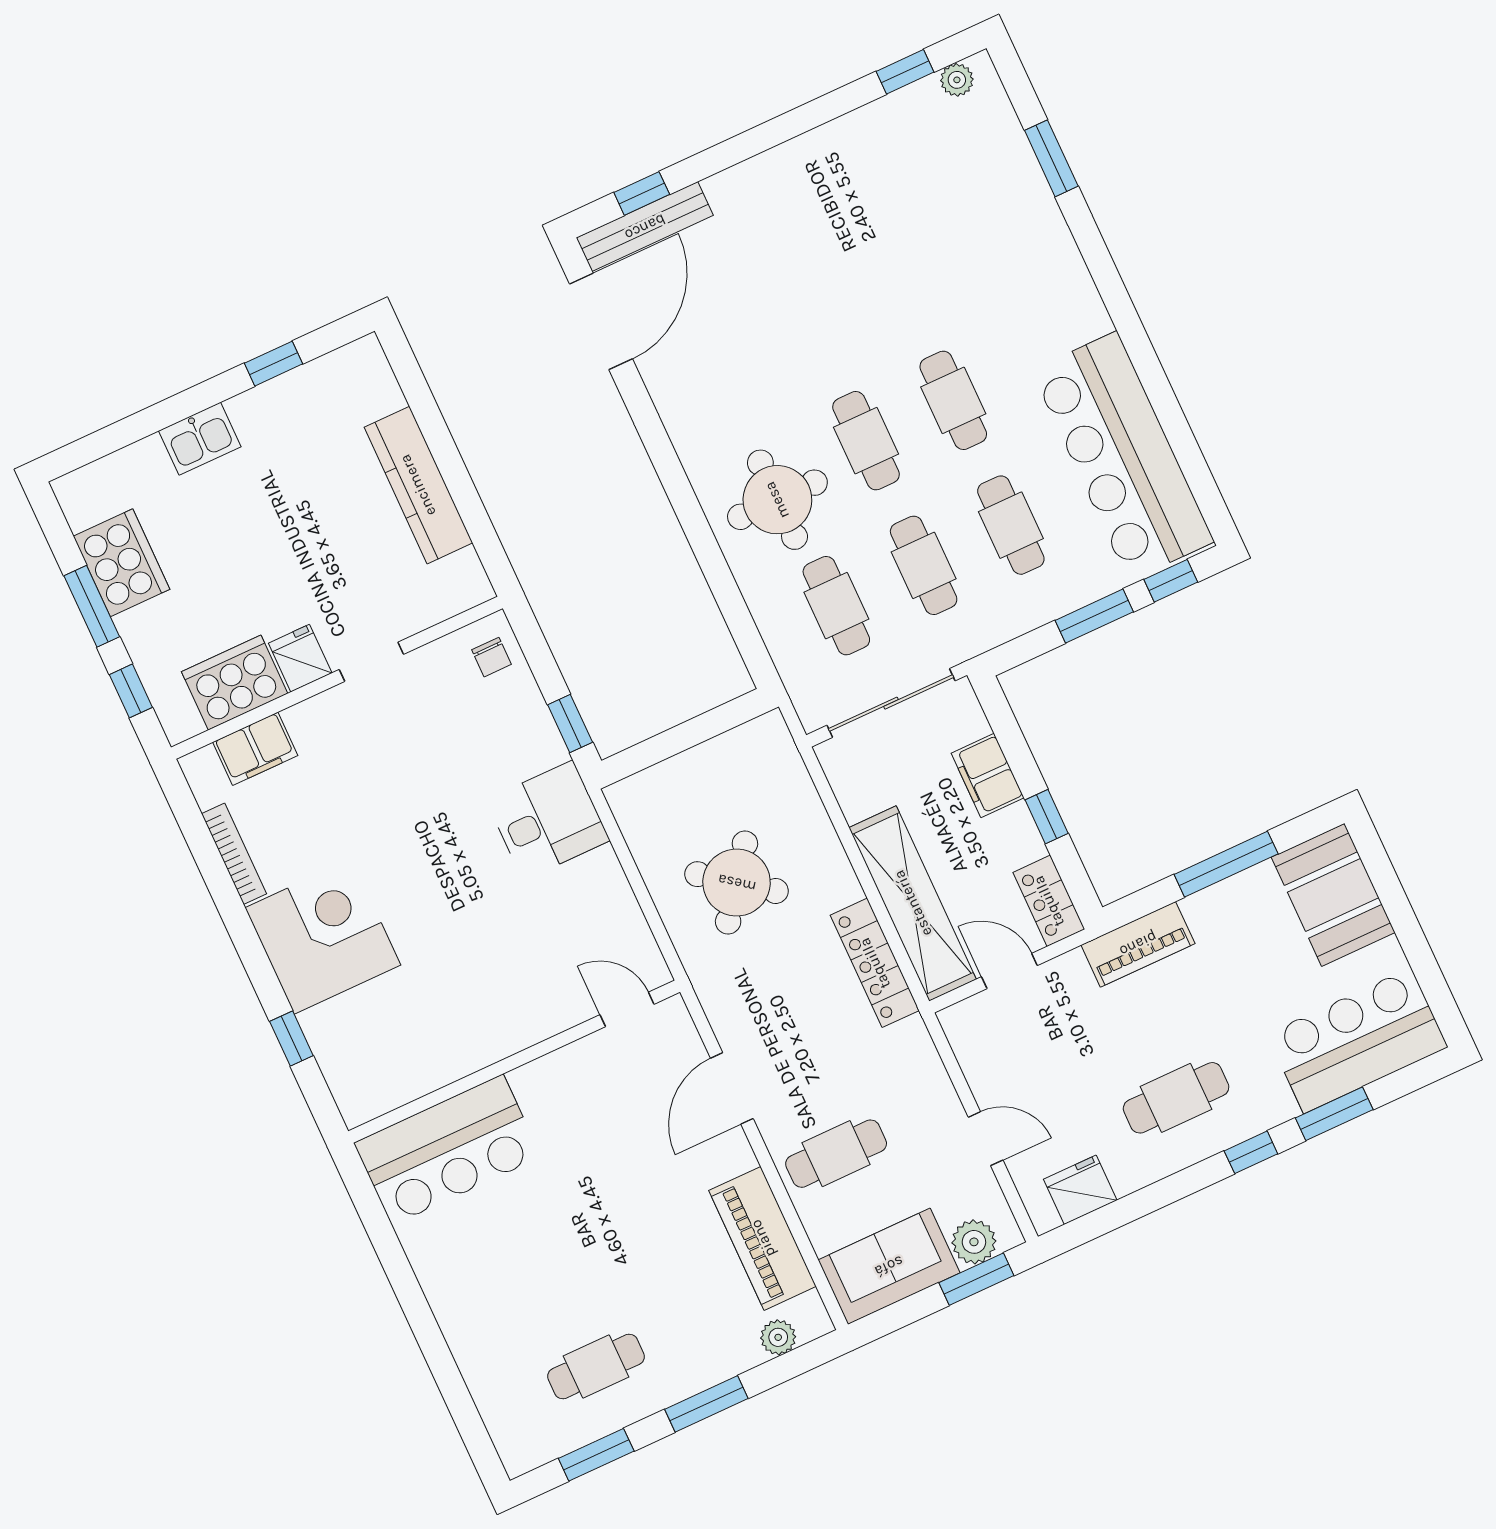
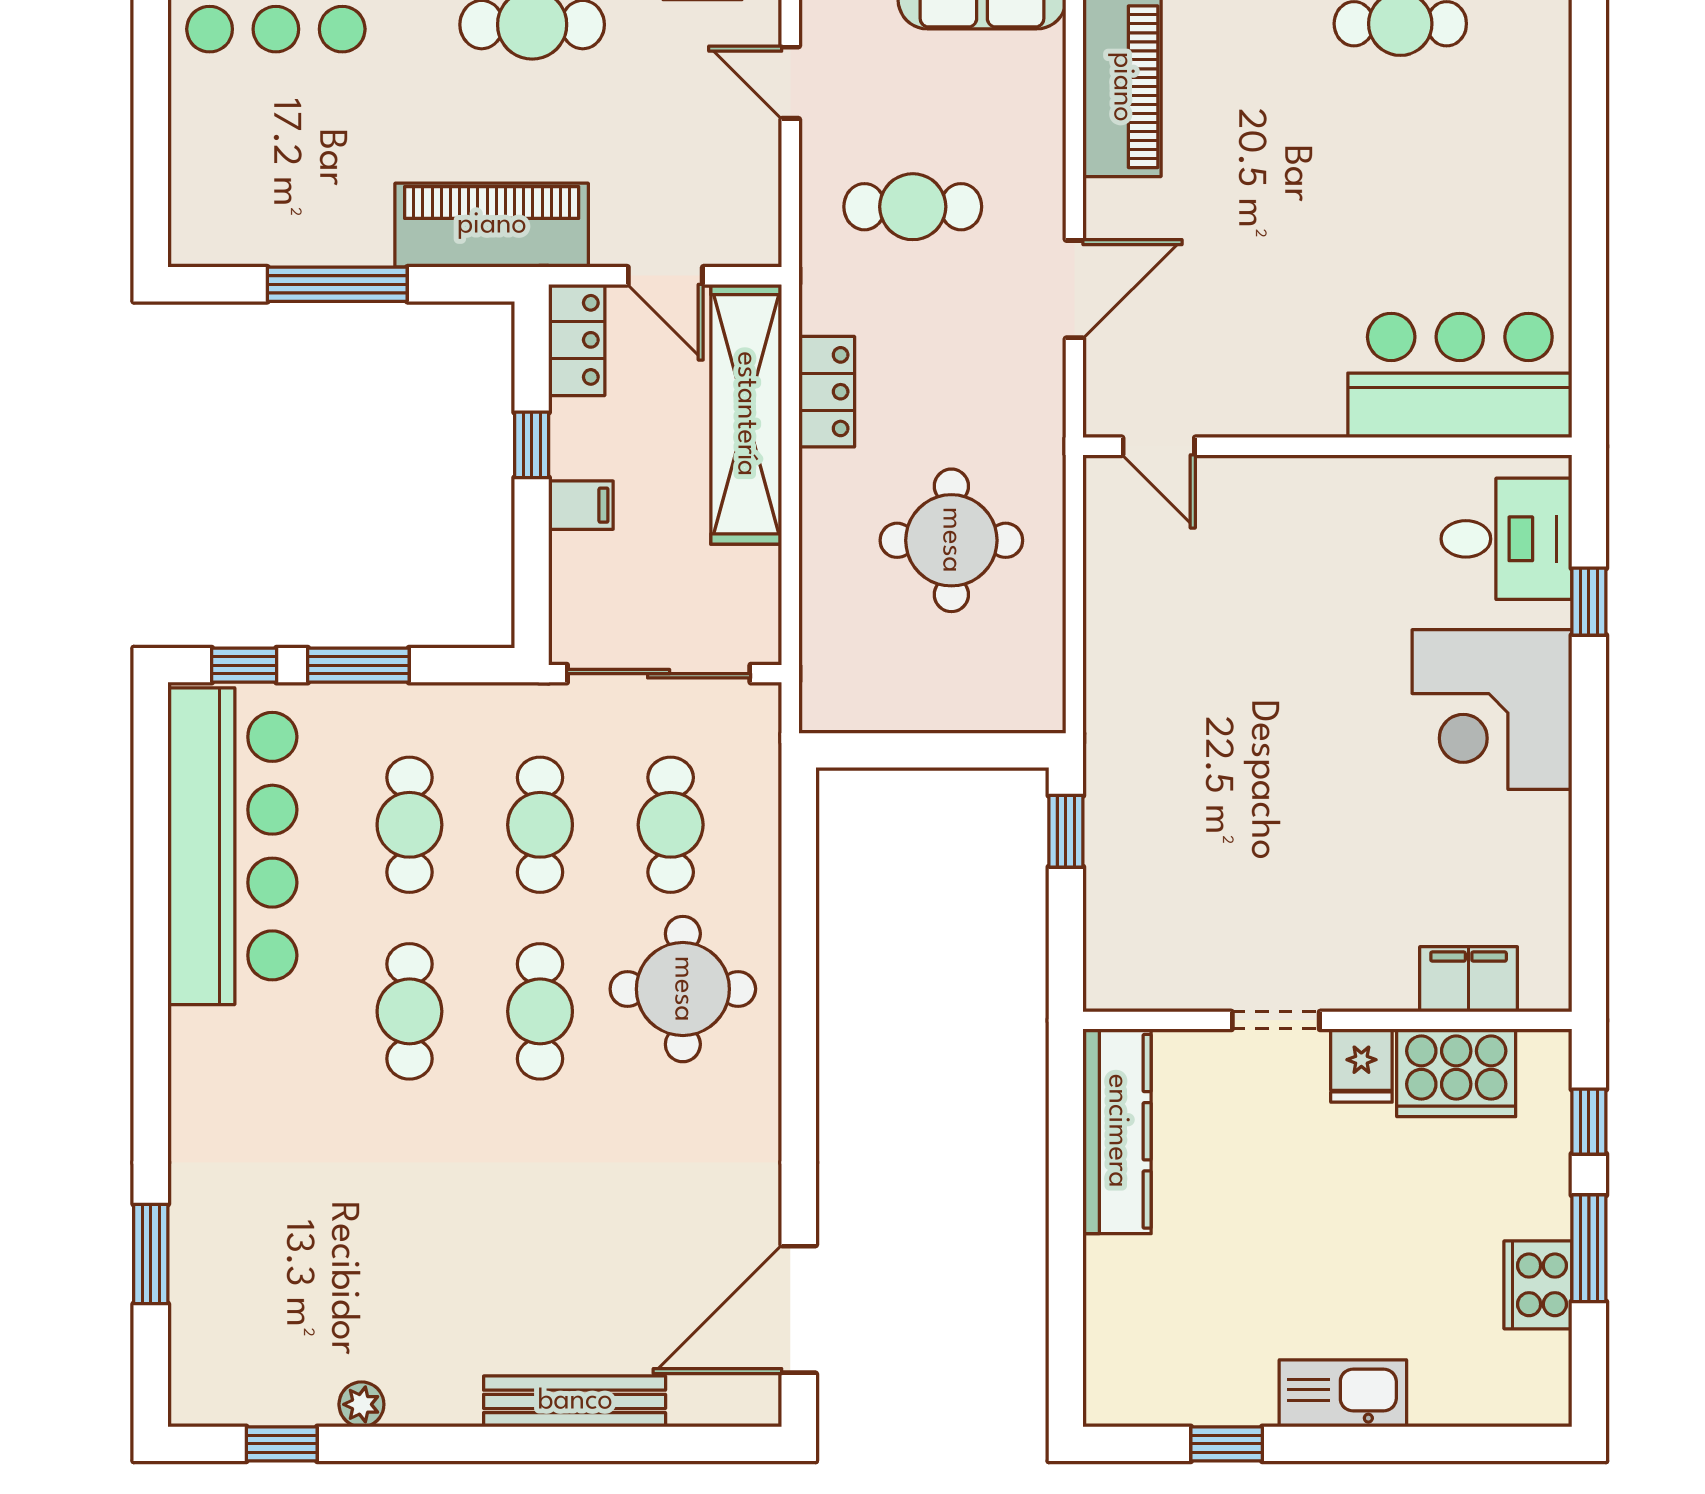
plant: (957, 80) -> (361, 1404), moved
window: (642, 193) -> (676, 1444), removed
bench: (645, 227) -> (575, 1401), moved
kitchen sink: (200, 439) -> (1343, 1393), width x1.38
kitchen counter: (418, 485) -> (1117, 1131), moved
cooker: (122, 563) -> (1538, 1285), width x0.73, depth x0.76
chair: (491, 657) -> (1125, 958), removed
filing cabinet: (988, 775) -> (581, 505), width x0.50
desk: (548, 820) -> (1506, 539), moved, turned 180
bookcase: (234, 854) -> (1554, 862), removed
round table: (737, 883) -> (951, 540), turned -37
booth: (1333, 895) -> (223, 185), removed
piano: (1138, 944) -> (492, 225), width x1.37, depth x1.33
locker: (875, 963) -> (827, 392), width x0.66
cafe table: (836, 1154) -> (913, 207), moved

